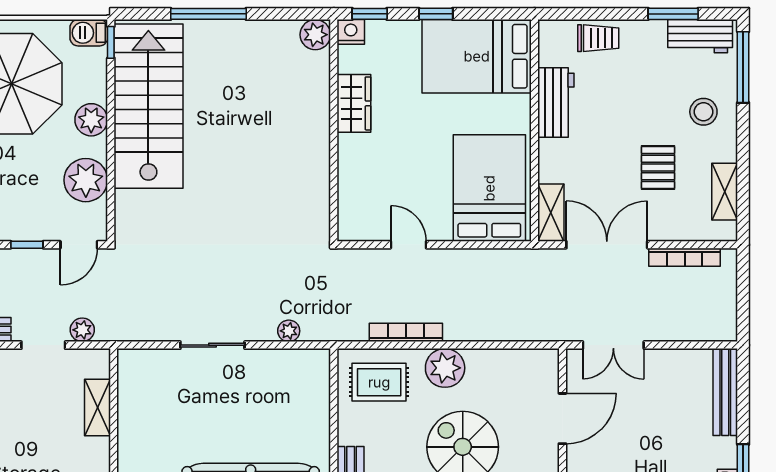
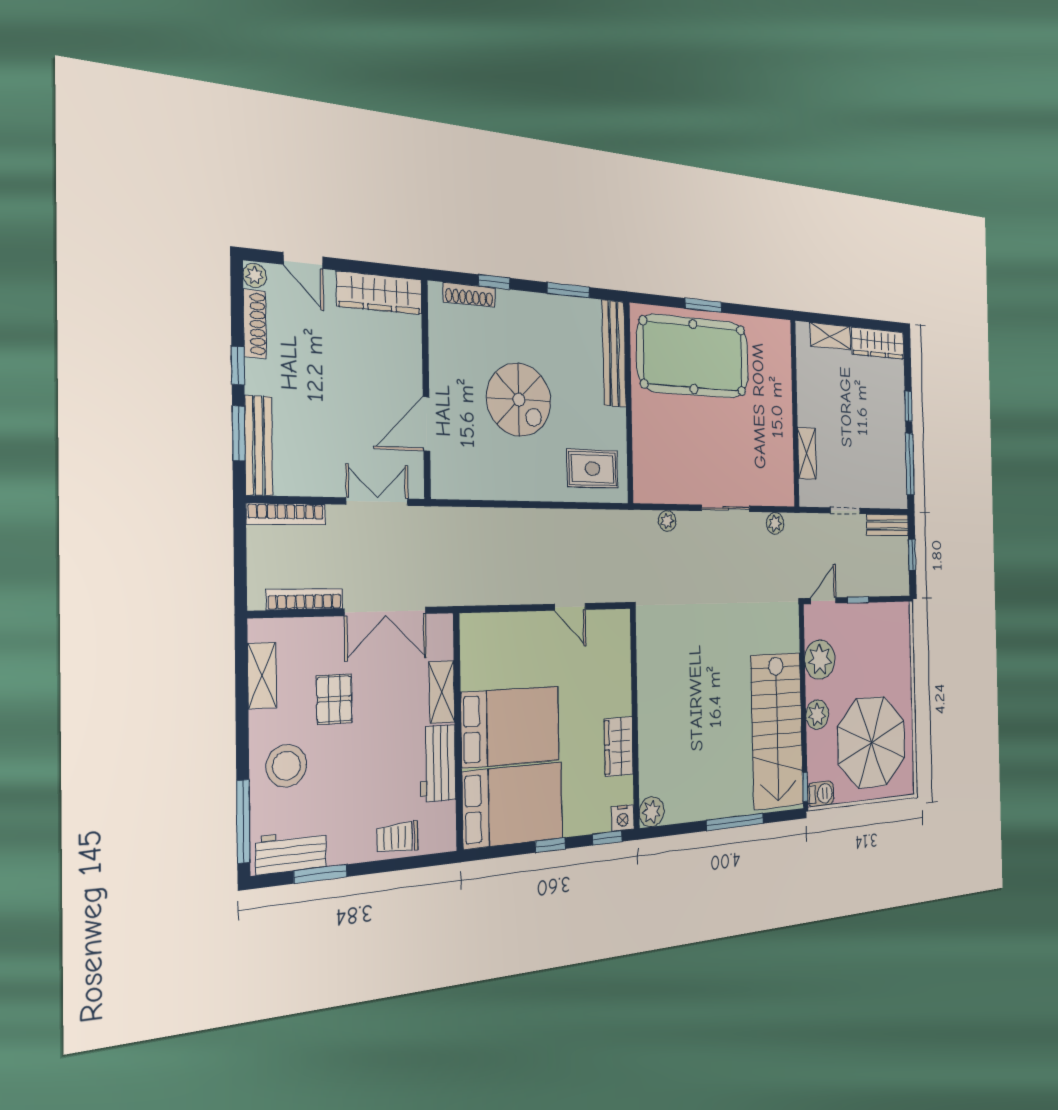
stool: (703, 112) -> (286, 766), width x1.38, depth x1.38
bed: (489, 188) -> (511, 727), moved, turned -90
shelving: (551, 213) -> (442, 692), moved
plant: (82, 330) -> (775, 523), moved
bookcase: (406, 332) -> (286, 514), moved
plant: (445, 368) -> (536, 481), removed
window: (743, 402) -> (239, 433), added

